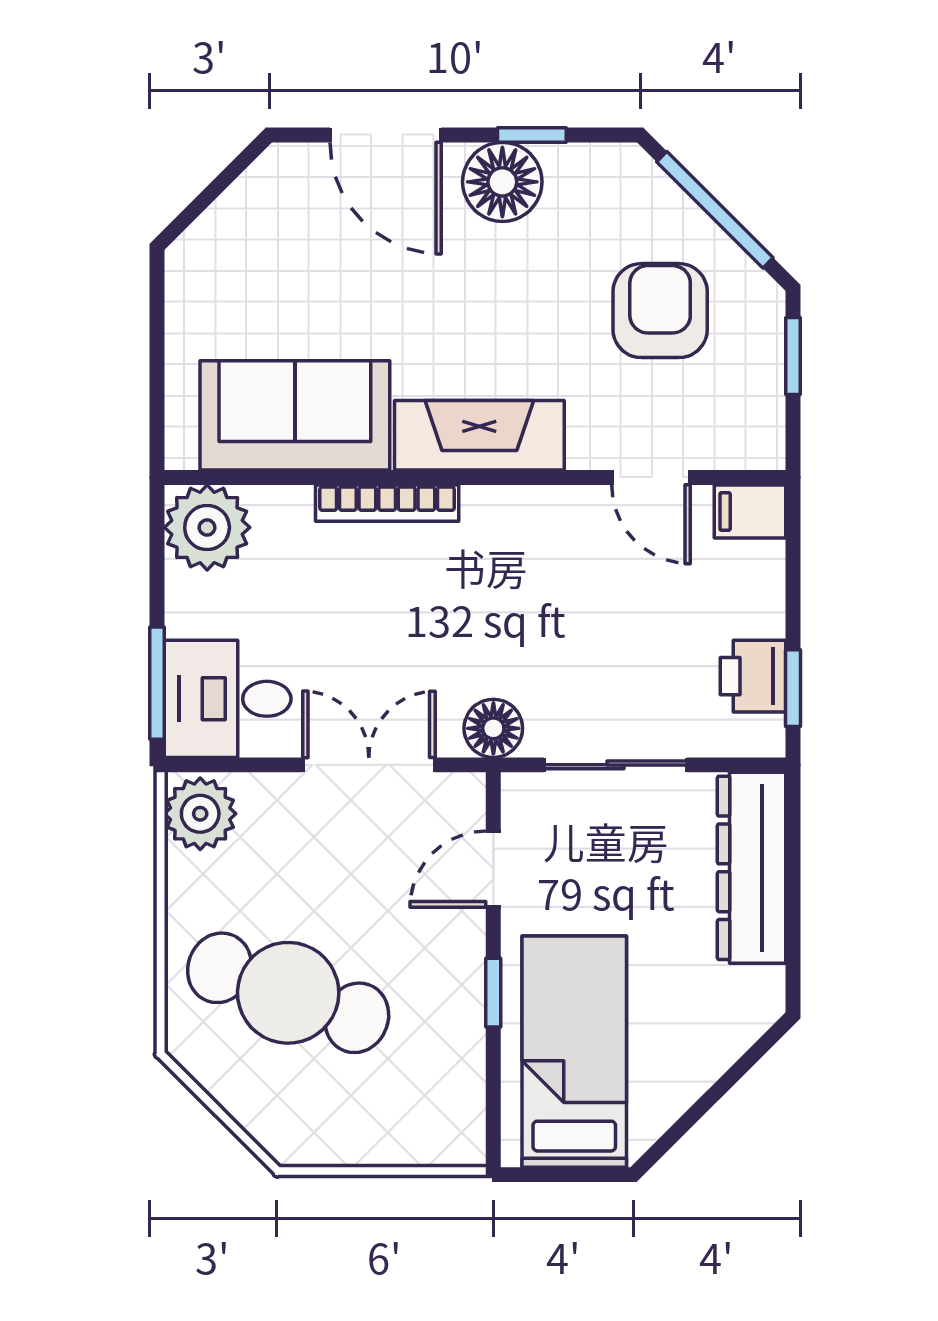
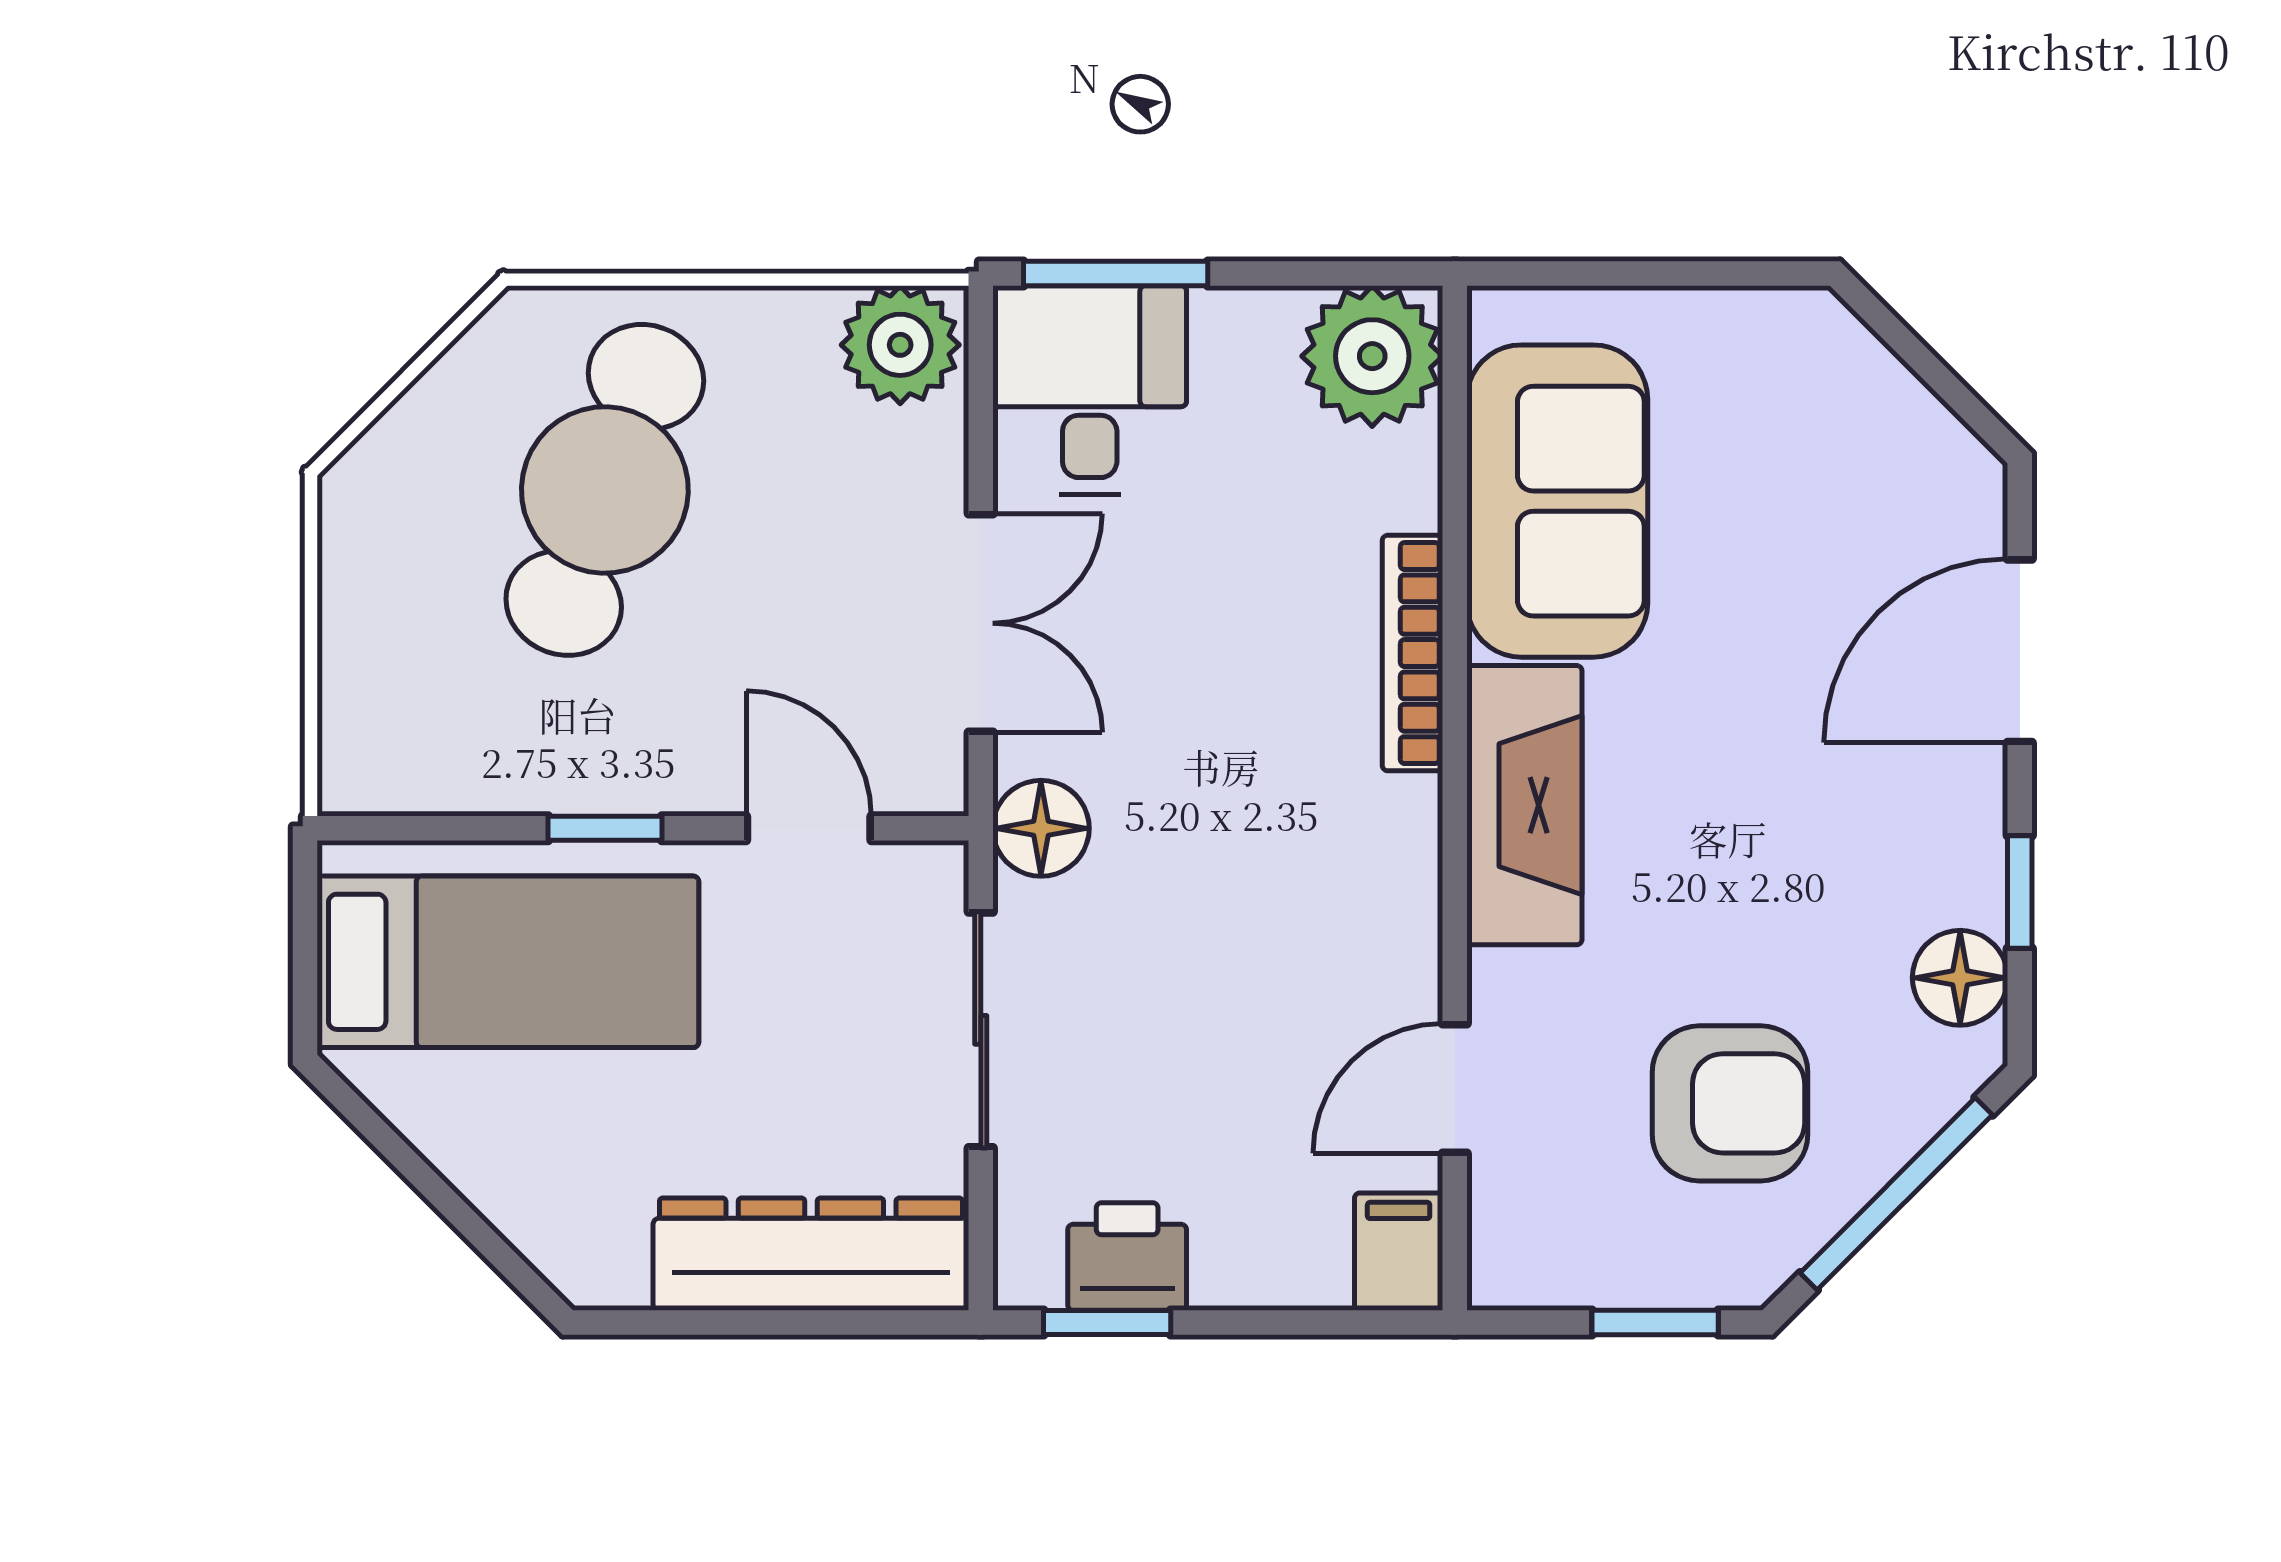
floor lamp: (502, 182) -> (1960, 978), moved, width x0.73, depth x0.73

